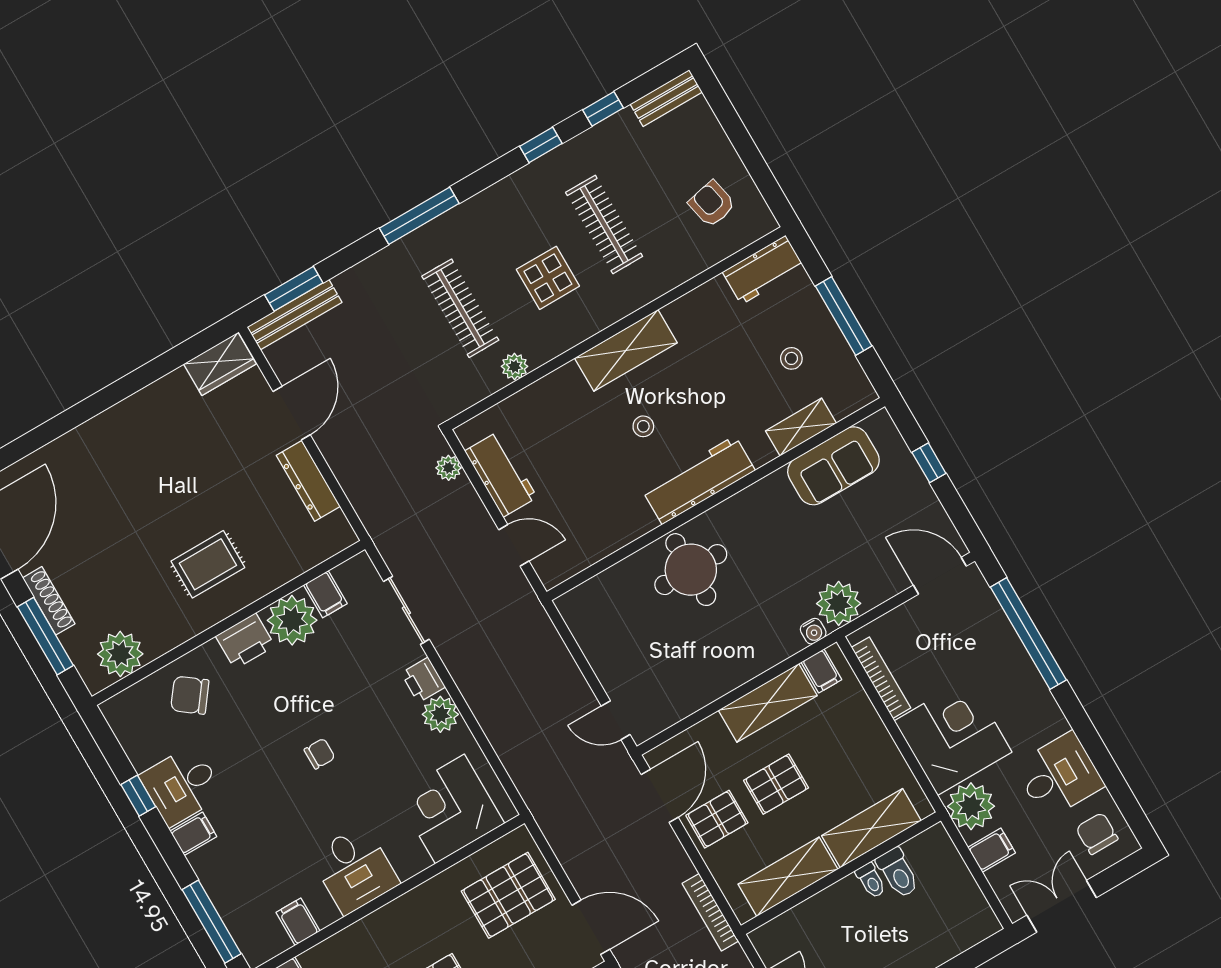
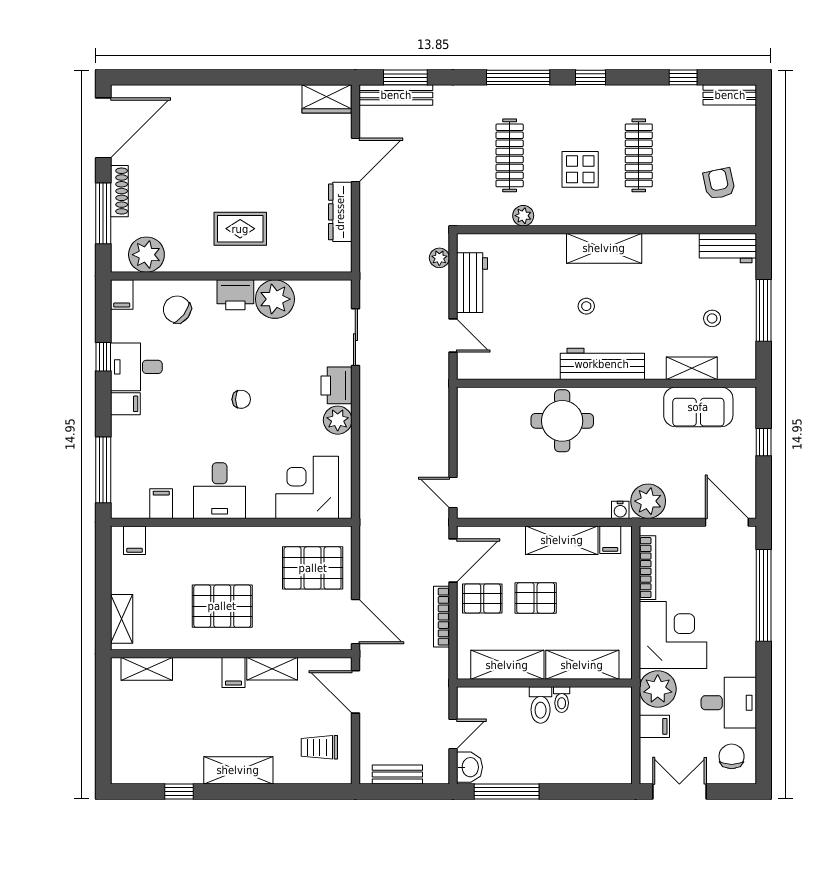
window: (541, 145) -> (590, 77), moved
filing cabinet: (325, 594) -> (122, 295), moved
printer: (423, 680) -> (337, 385), width x1.36, depth x1.24
toilet: (898, 873) -> (541, 705), moved
bookcase: (710, 912) -> (441, 617), moved

